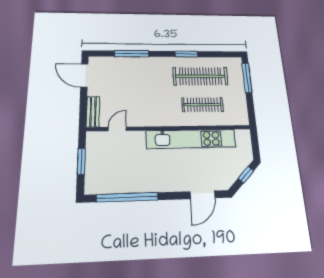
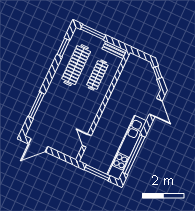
window: (186, 54) -> (63, 47), moved
bench: (93, 112) -> (114, 50), moved
kitchen unit: (191, 139) -> (127, 148), moved, turned 180
window: (81, 161) -> (97, 173), width x1.44

